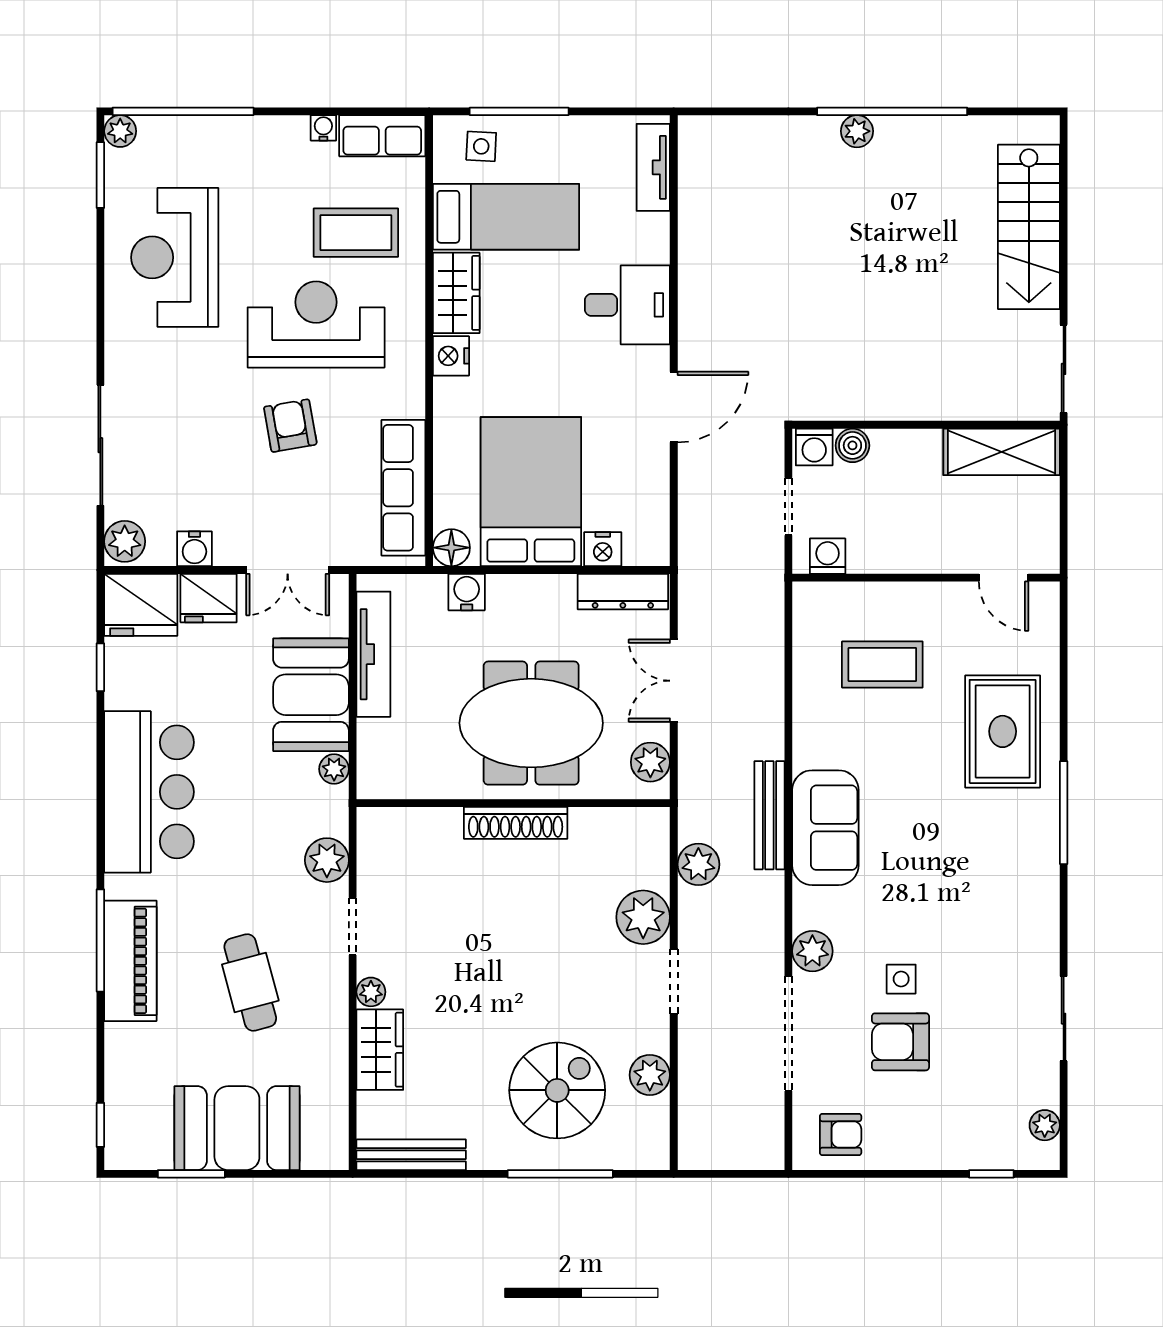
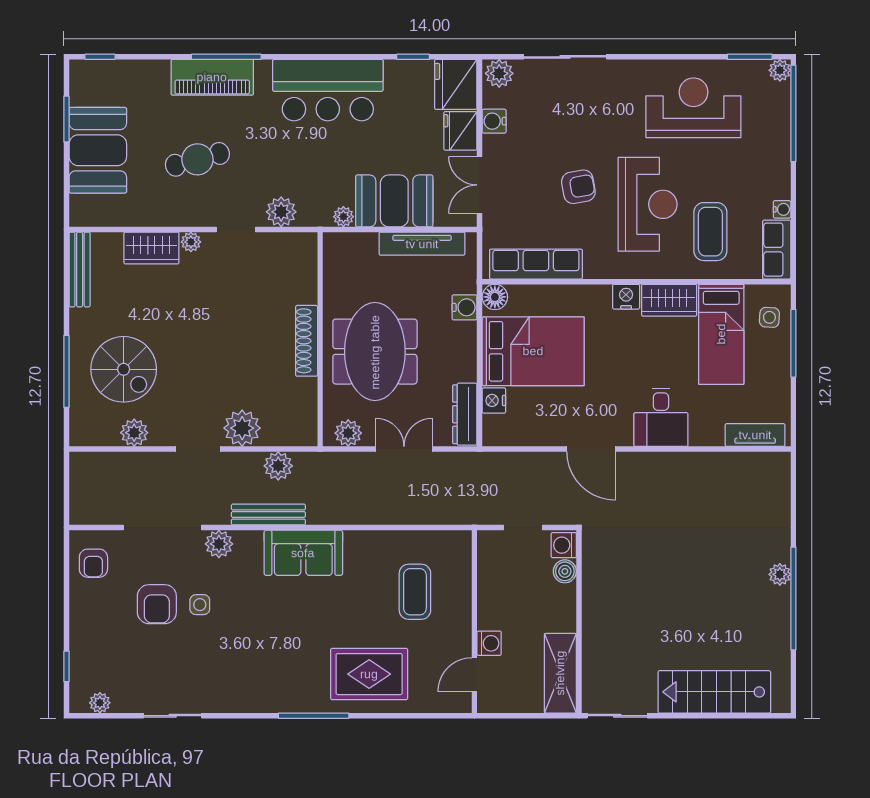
washing machine: (828, 556) -> (489, 643), moved
bench: (769, 815) -> (268, 514), moved
armchair: (900, 1042) -> (157, 604), turned 180

